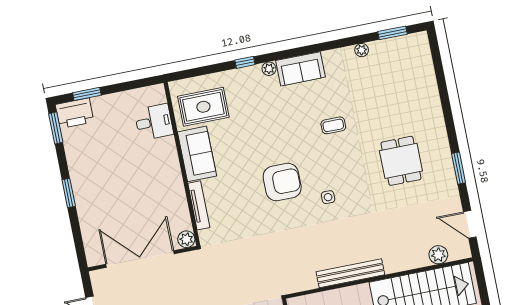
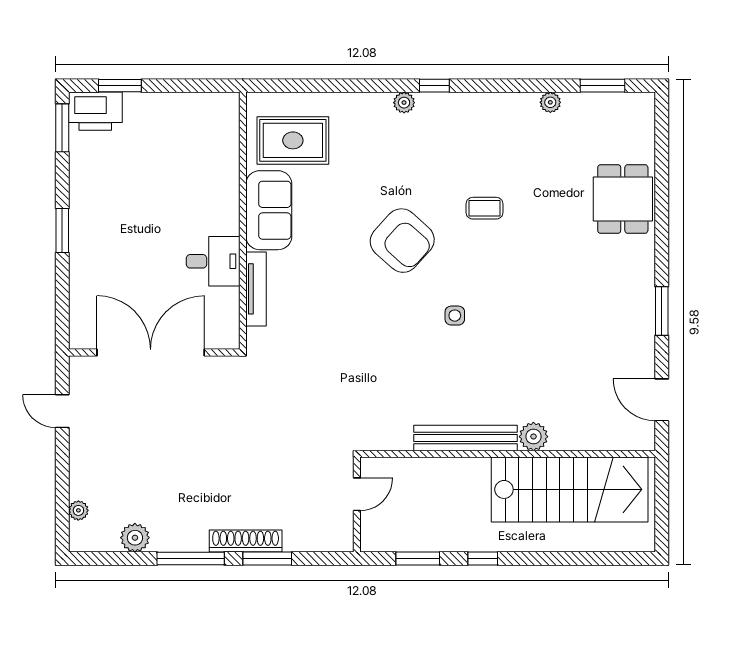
window: (245, 62) -> (434, 86), moved
sofa: (300, 69) -> (452, 112), removed
desk: (154, 122) -> (213, 261), moved
dining table: (401, 161) -> (623, 199), moved
armchair: (282, 182) -> (402, 241), moved, turned 42
plant: (186, 239) -> (227, 336), removed
plant: (438, 255) -> (533, 437), moved

